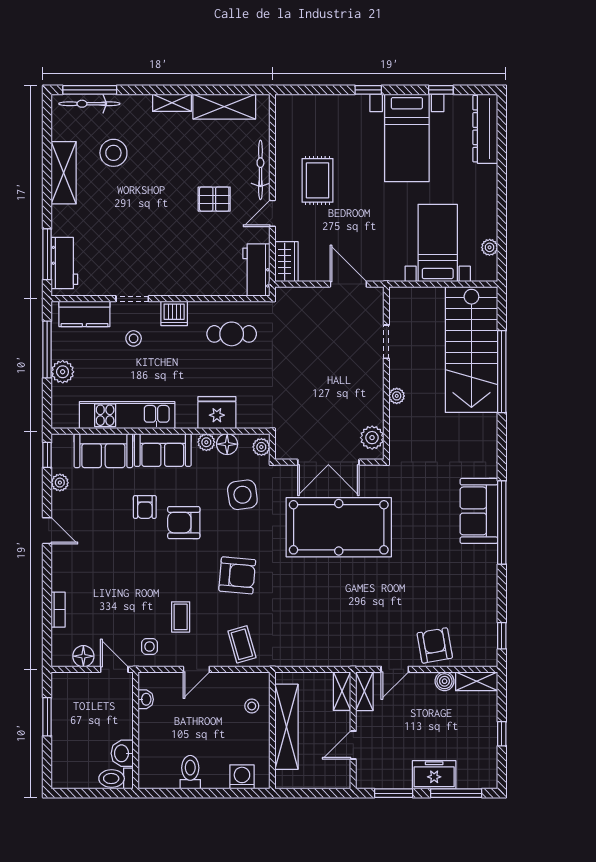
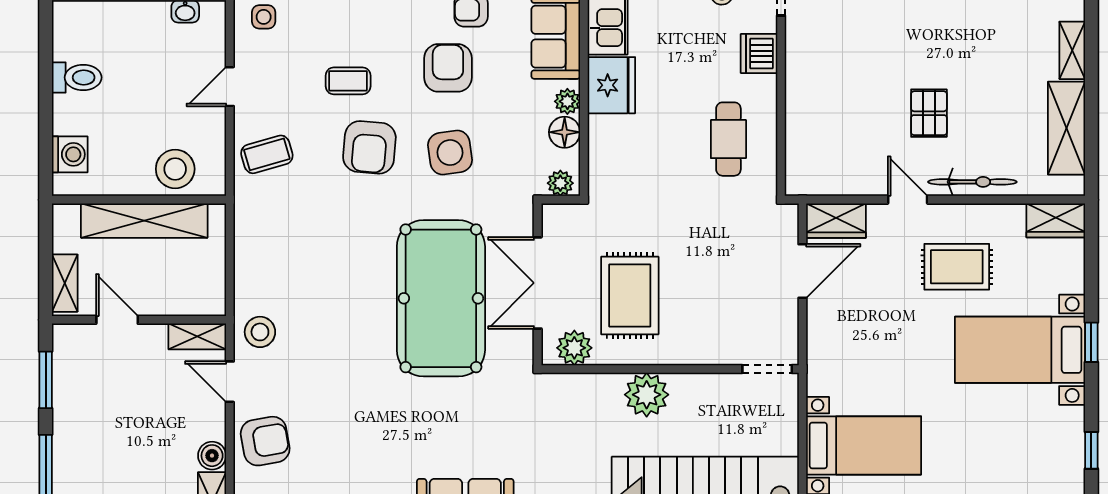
wardrobe: (286, 114) -> (1056, 220), added
bed with nightstands: (407, 138) -> (1020, 350), moved
workbench: (256, 270) -> (823, 176), removed
door: (348, 284) -> (803, 271), moved
doorway: (386, 342) -> (767, 369), moved
plant: (397, 396) -> (647, 395), width x1.87, depth x1.87
rug: (337, 400) -> (630, 295), added
fridge: (217, 413) -> (611, 85), moved
side table: (242, 495) -> (450, 153), moved
coffee table: (181, 617) -> (348, 81), moved
stool: (361, 649) -> (260, 332), added
door: (196, 669) -> (230, 87), hinge flipped
shelving: (342, 691) -> (65, 283), moved, turned 90
stool: (252, 706) -> (175, 169), width x1.89, depth x1.89
freezer: (434, 775) -> (73, 440), removed

